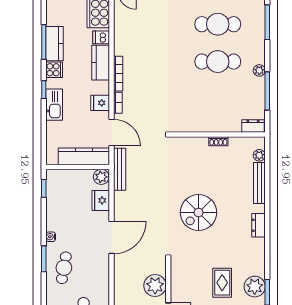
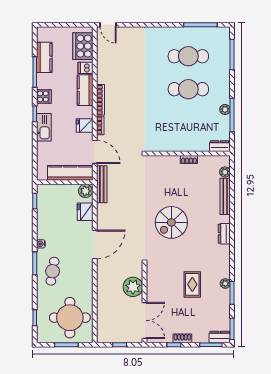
kitchen counter: (54, 44) -> (44, 57), moved
plant: (259, 70) -> (225, 110), moved
plant: (255, 287) -> (225, 283), width x0.53, depth x0.53

